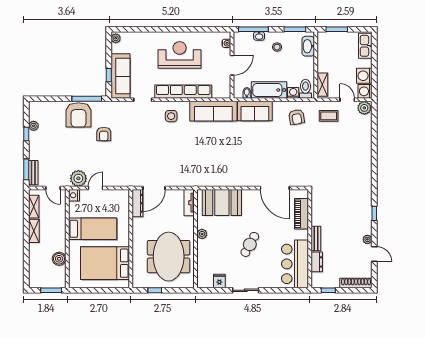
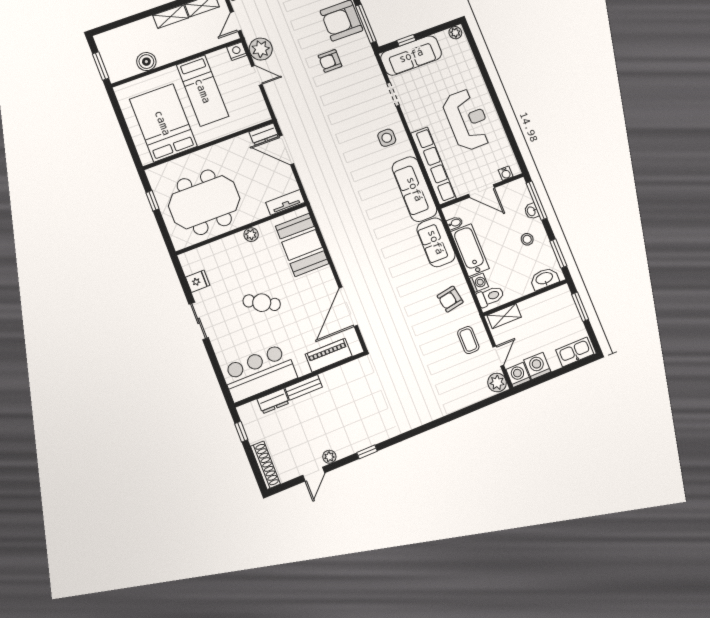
row of seats: (183, 92) -> (433, 166), moved
dresser: (138, 203) -> (264, 134), width x0.70

